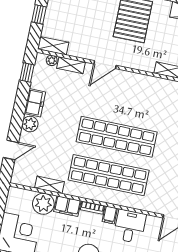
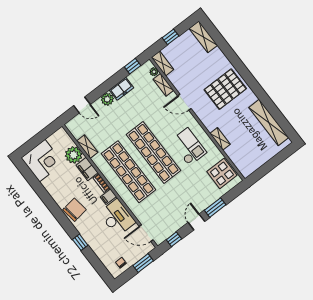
checkout: (145, 103) -> (188, 147), added
desk: (130, 226) -> (117, 217), width x1.37

